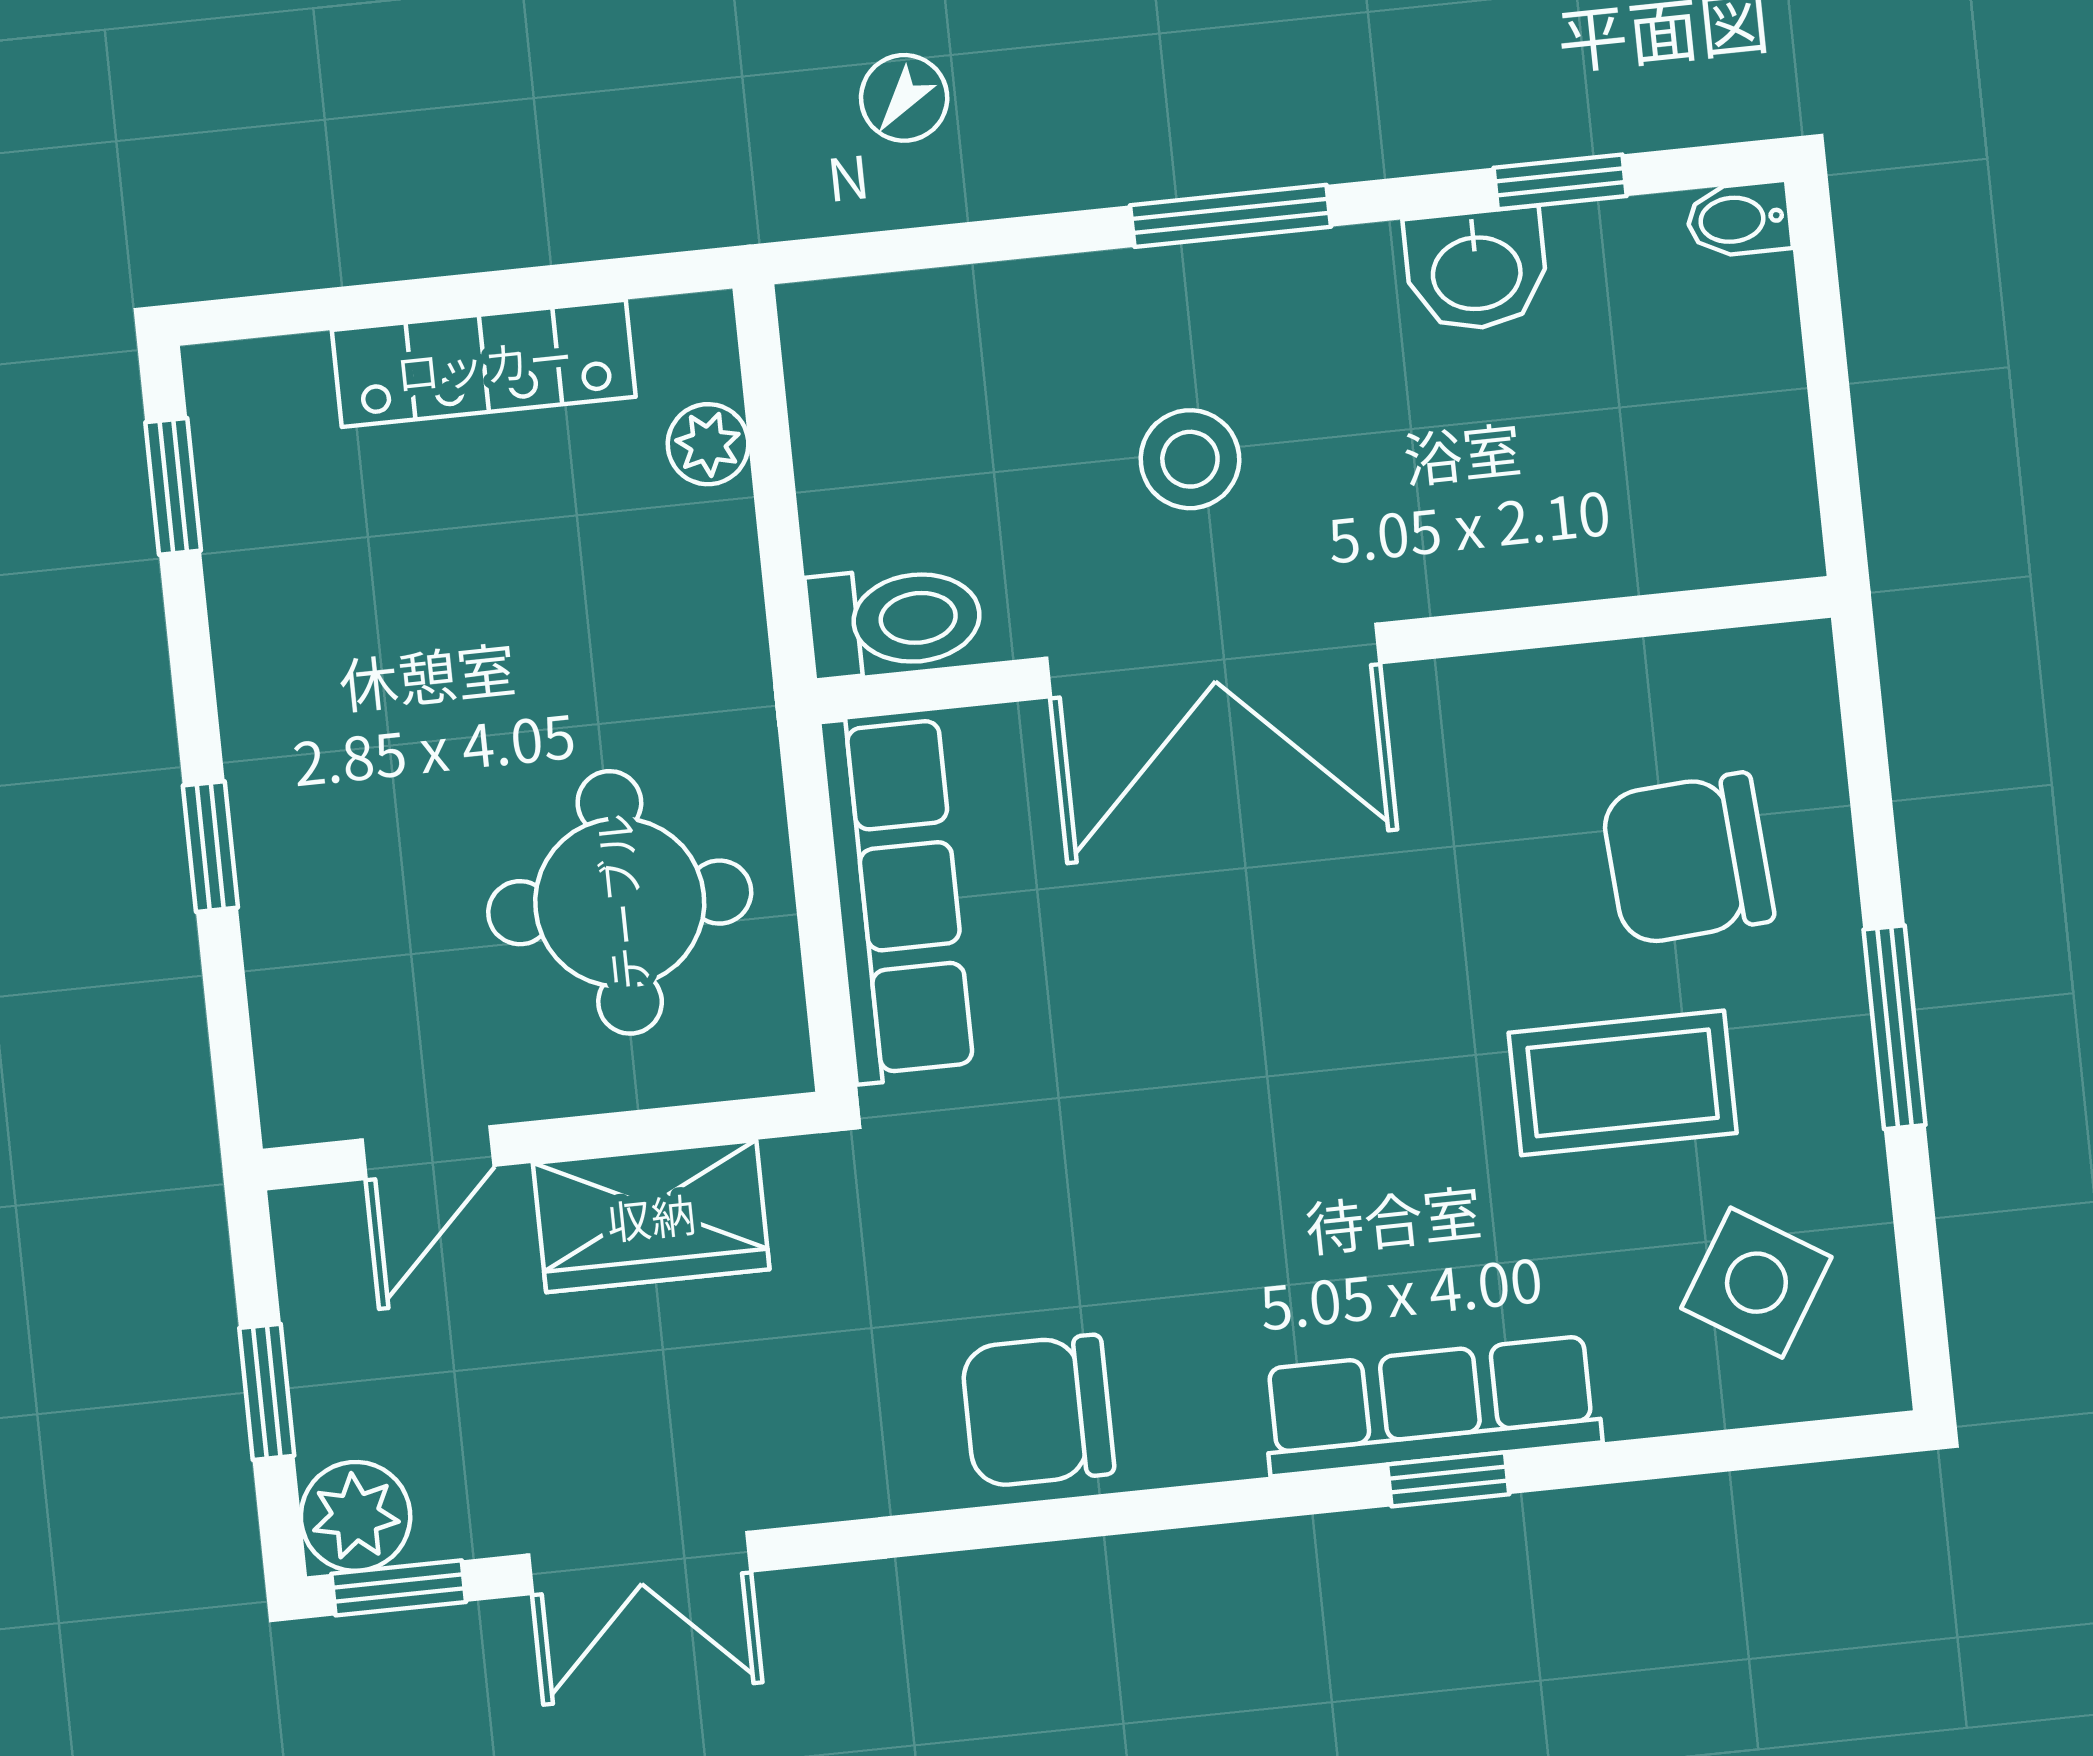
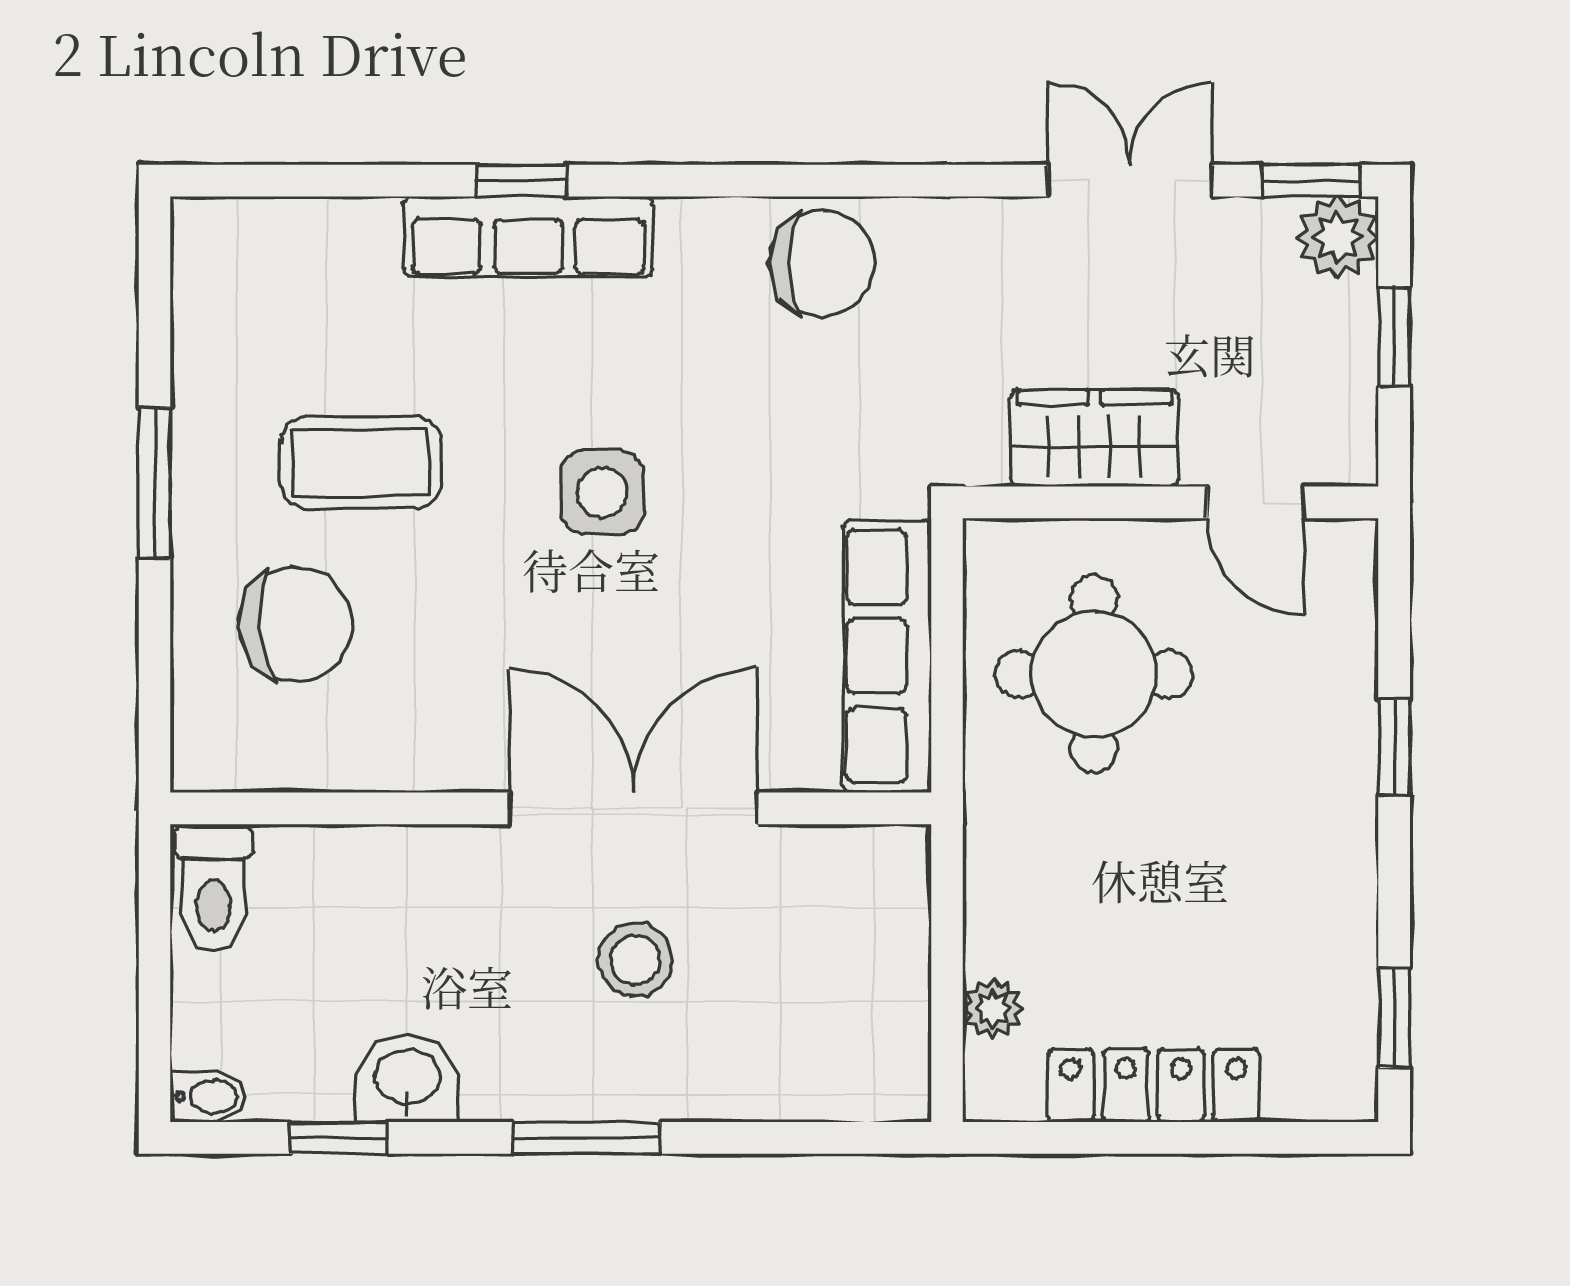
toilet: (894, 620) -> (214, 888), moved, turned -90
door: (428, 1153) -> (1256, 502), swing flipped
side table: (1756, 1283) -> (602, 492), moved, turned -32

